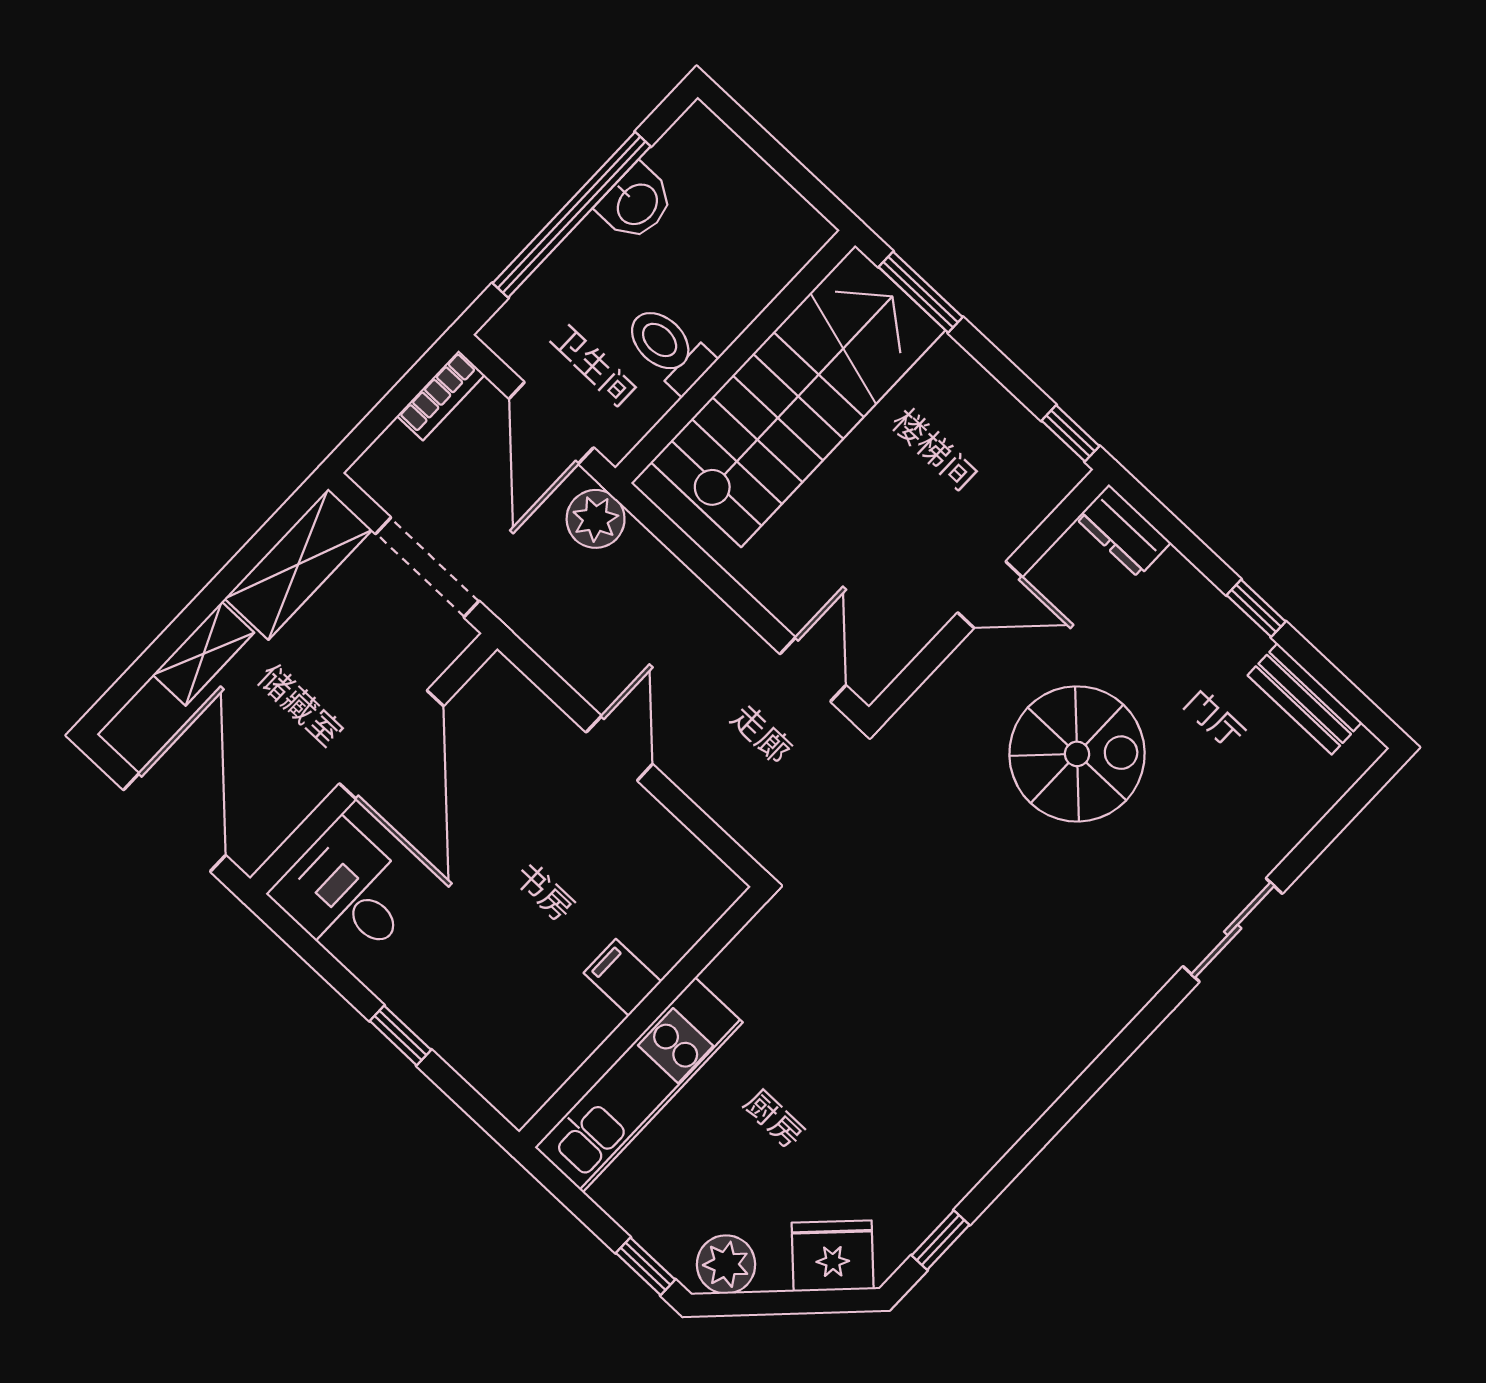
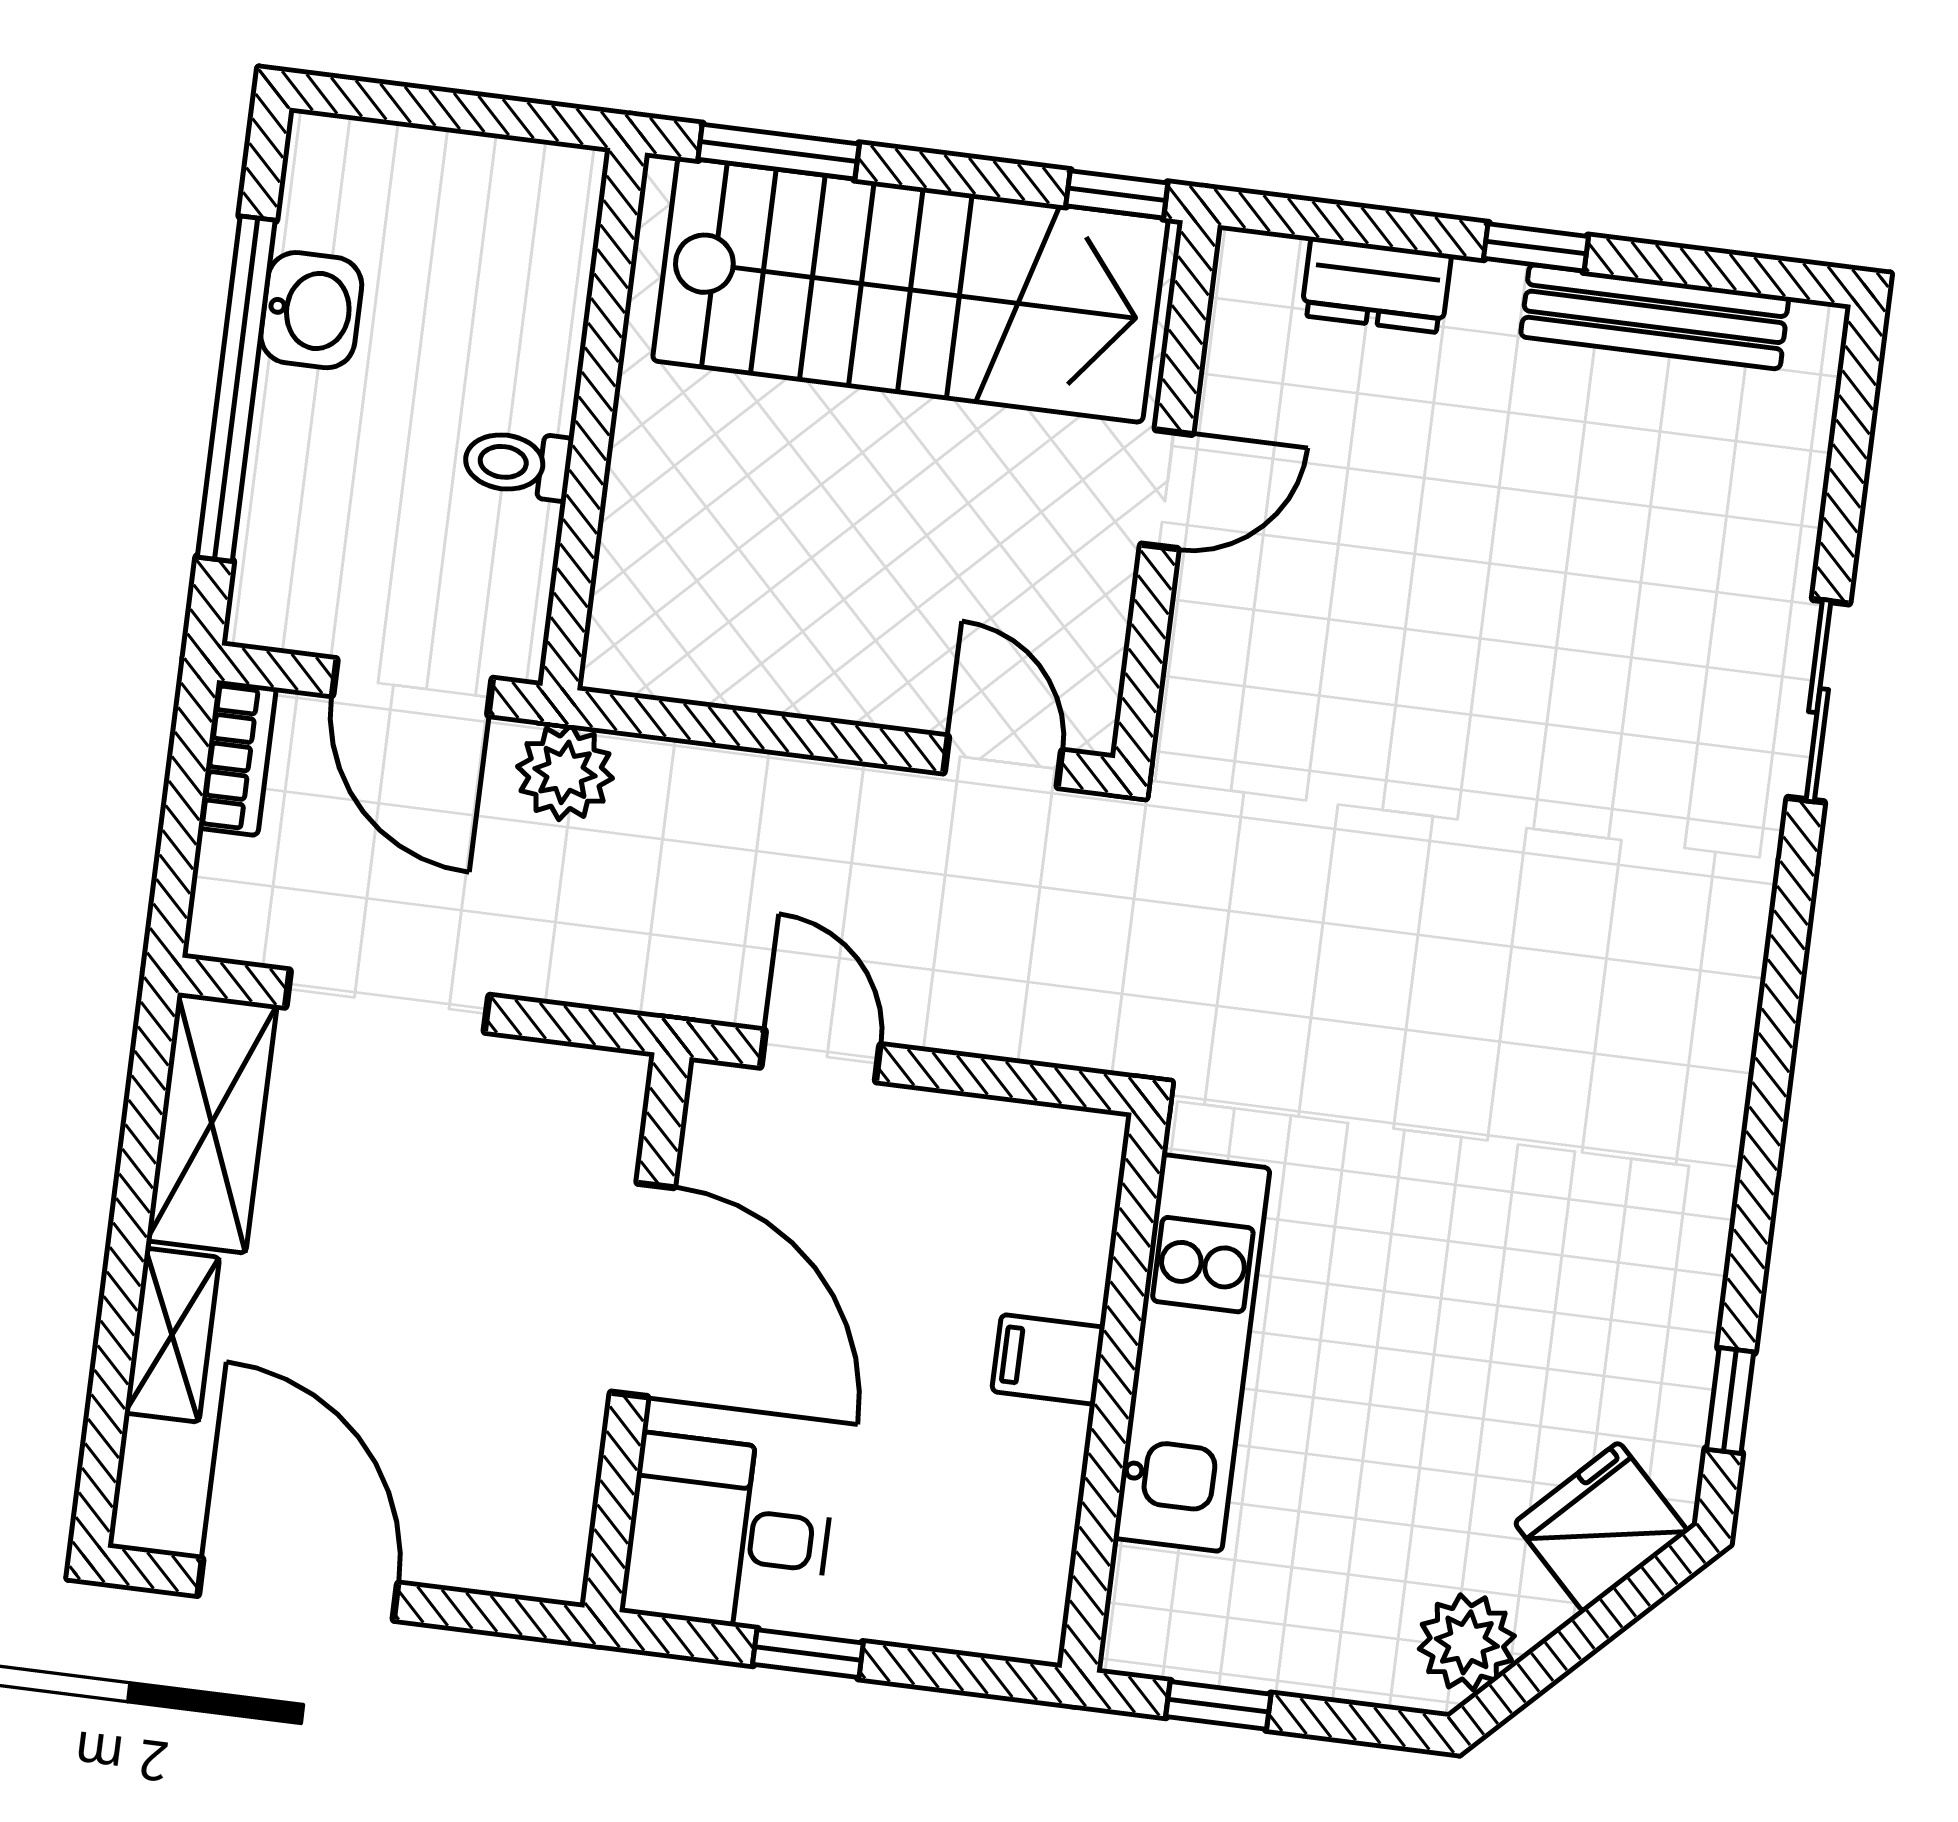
toilet: (668, 348) -> (518, 464), width x0.73, depth x0.72
stairs: (798, 396) -> (910, 290), moved, turned 90
dresser: (1123, 531) -> (1376, 285), moved
bench: (1305, 699) -> (1655, 317), width x1.36
door: (391, 745) -> (642, 1290), moved
spiral stairs: (1077, 754) -> (1438, 617), removed
wall: (374, 764) -> (637, 1332), moved
desk: (346, 894) -> (728, 1534), moved
kitchen unit: (639, 1085) -> (1192, 1353), moved
window: (646, 1266) -> (1218, 1705), moved

